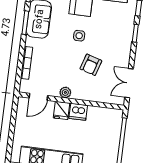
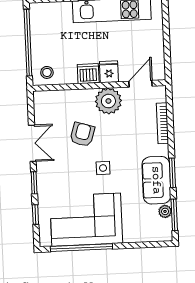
double door: (129, 83) -> (32, 143), moved
plant: (65, 92) -> (108, 101), width x1.87, depth x1.87
stool: (110, 118) -> (47, 72), added

